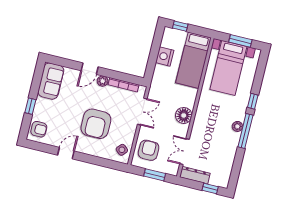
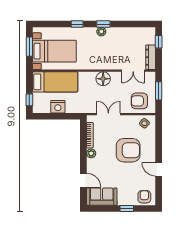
door: (90, 69) -> (83, 180), moved
window: (245, 131) -> (103, 24), width x0.46

